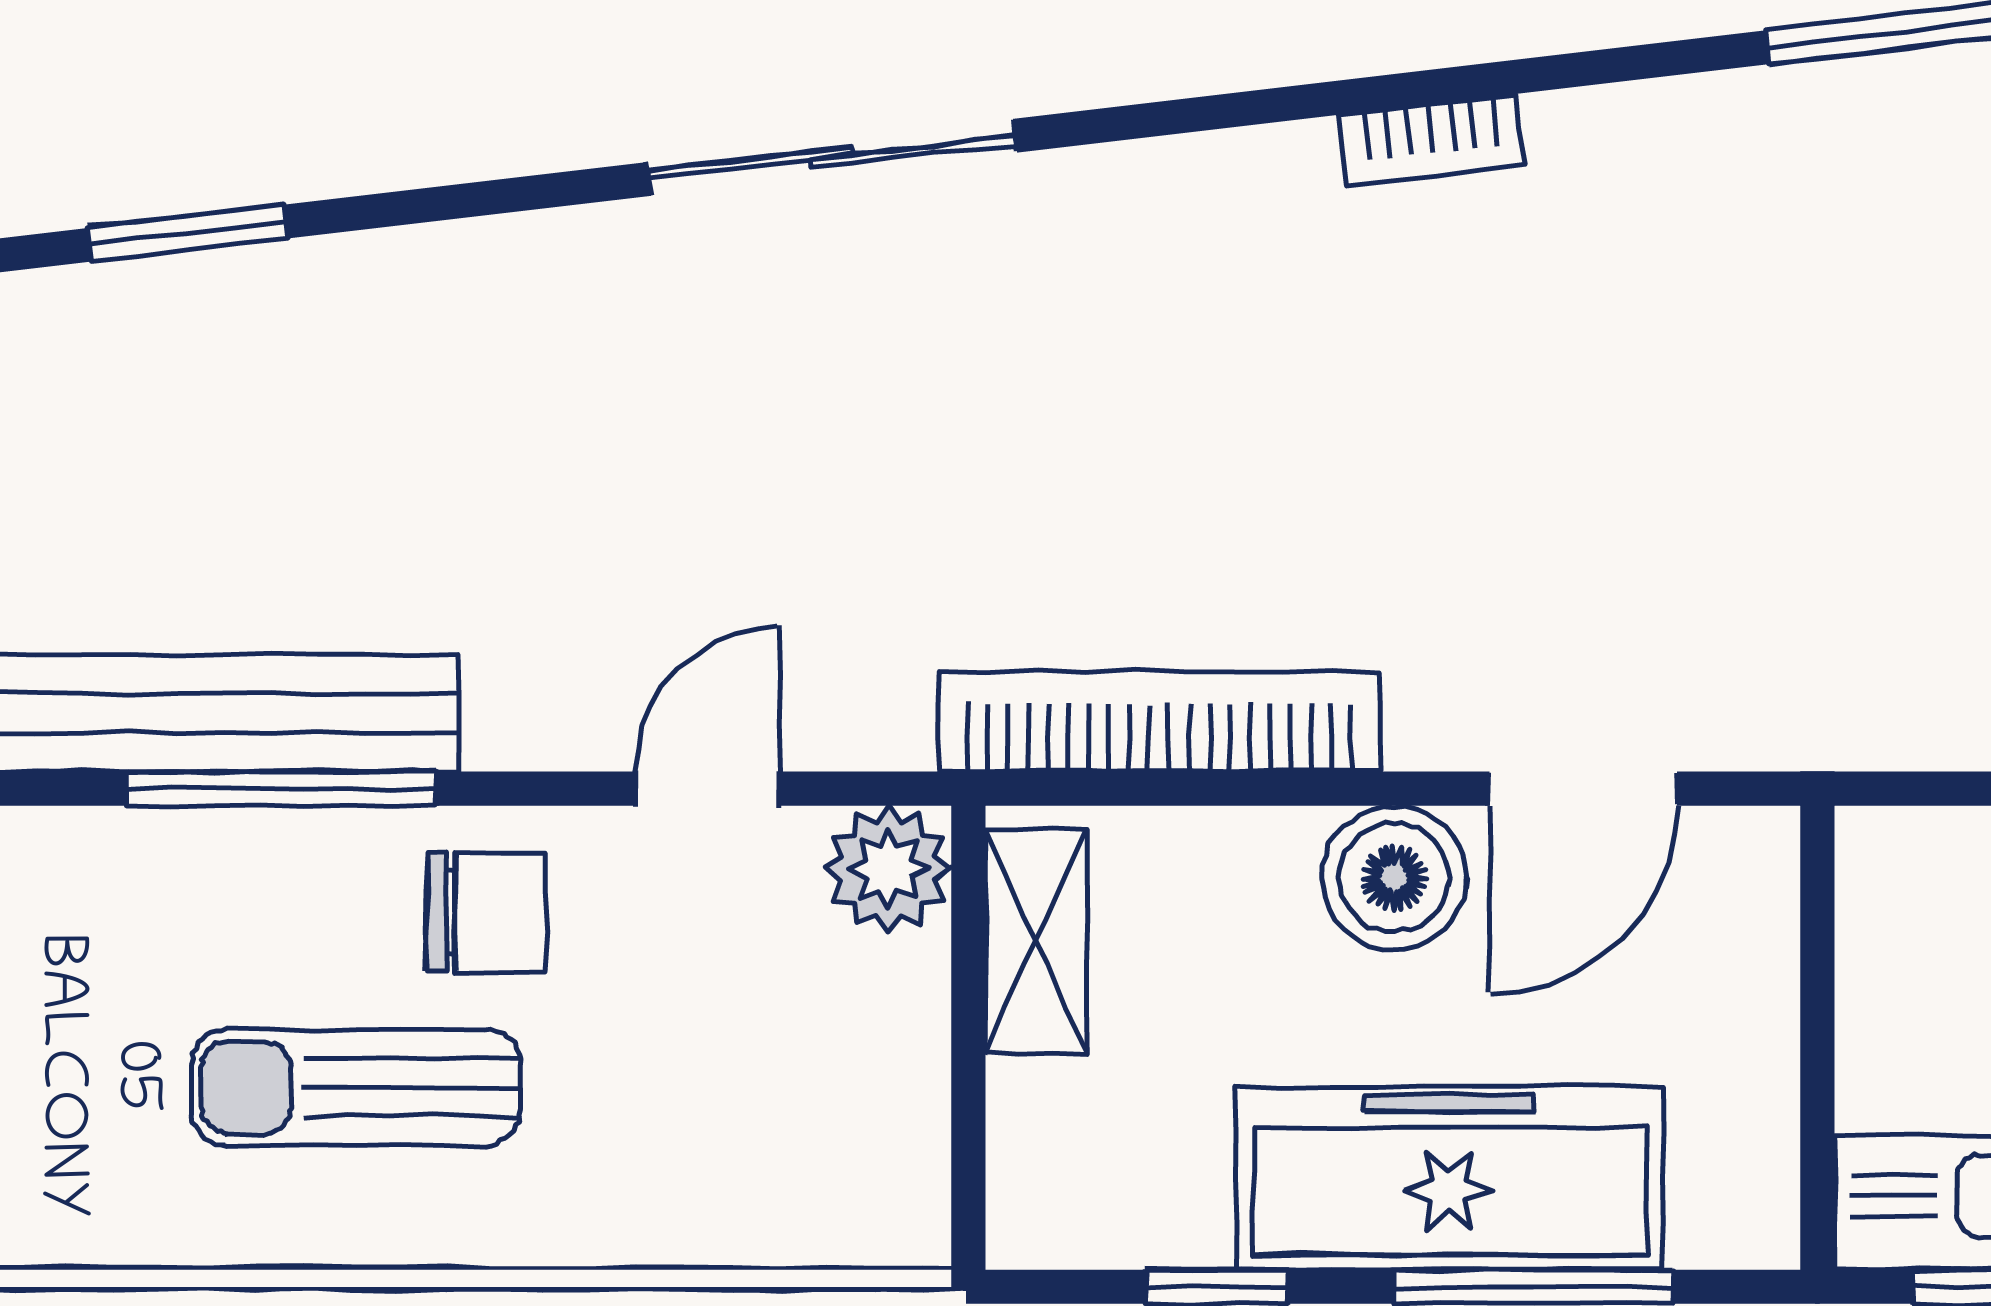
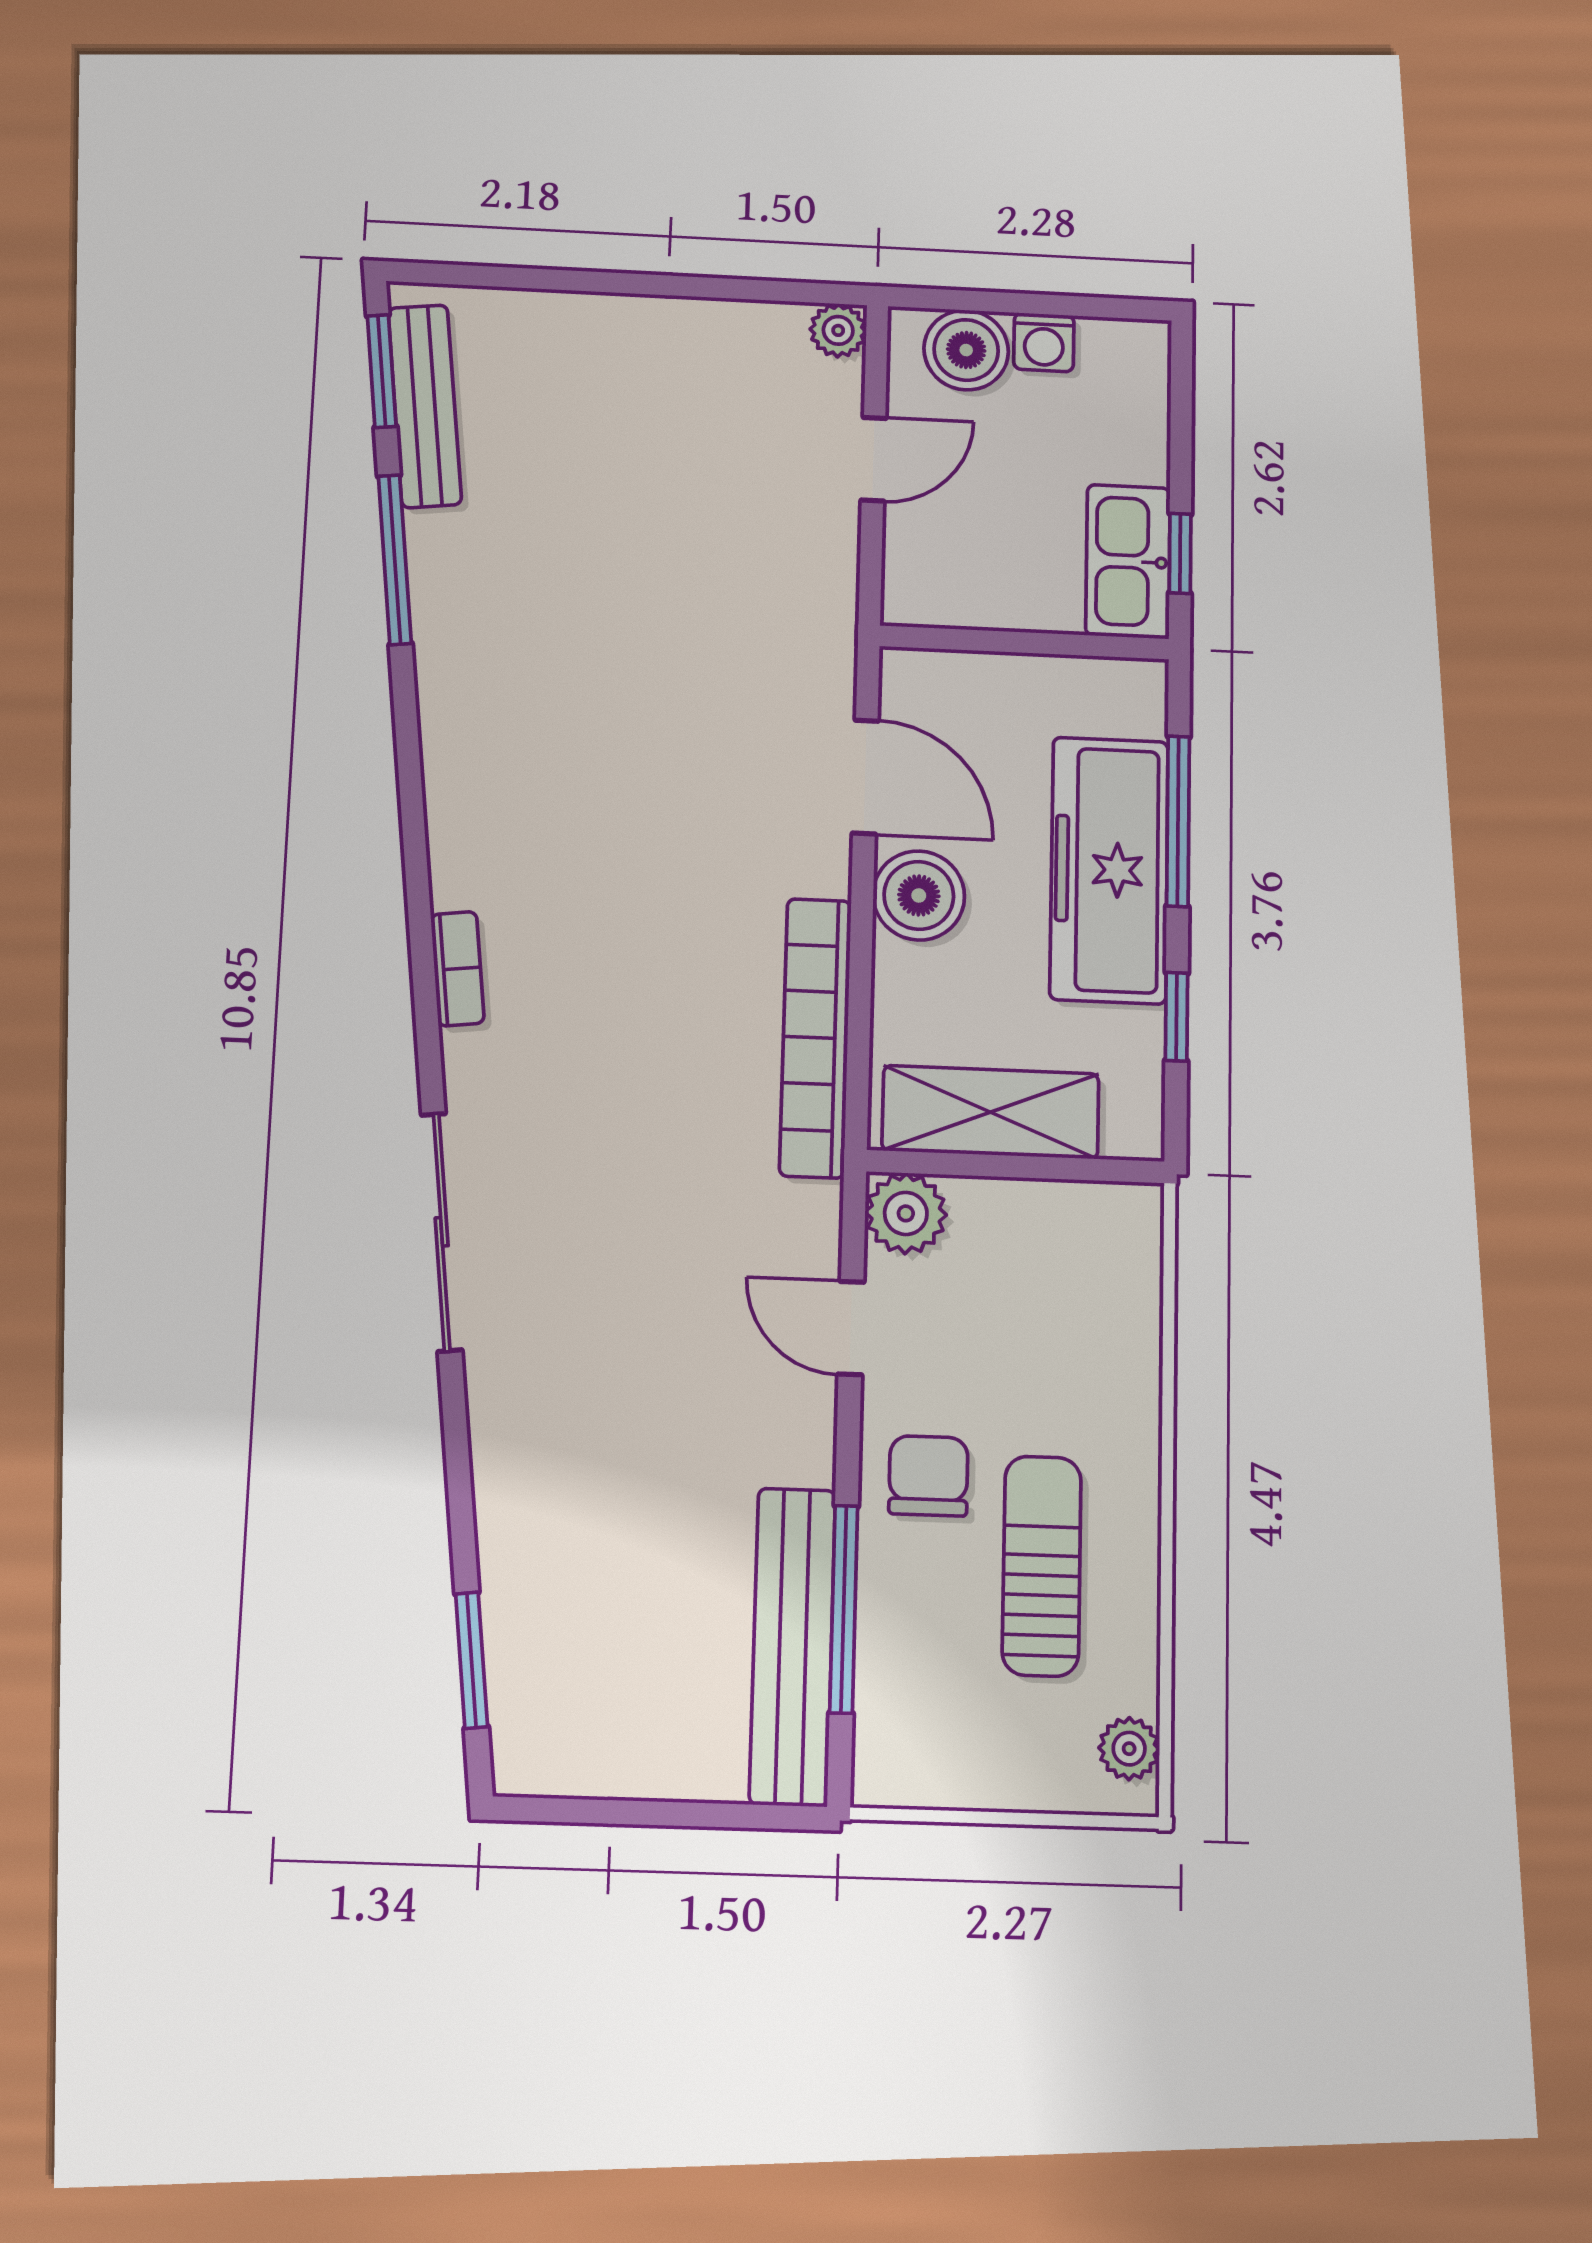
bookcase: (1431, 140) -> (457, 969), moved
shelving: (1036, 941) -> (991, 1112), width x1.50, depth x1.33
sun lounger: (356, 1087) -> (1042, 1566), turned 180
plant: (88, 1224) -> (1129, 1749), added

